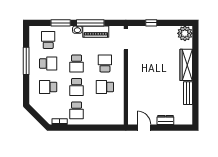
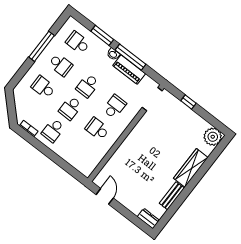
school desk: (48, 40) -> (78, 43), turned -90
dresser: (165, 120) -> (148, 218), moved

